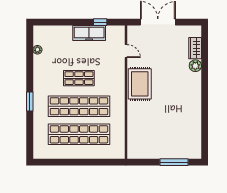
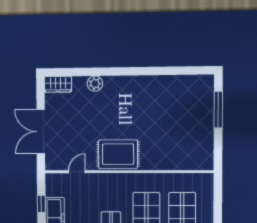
wardrobe: (195, 48) -> (58, 84), moved

